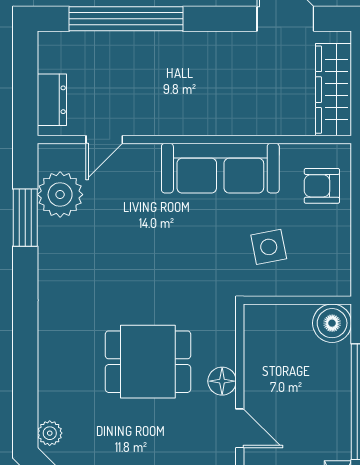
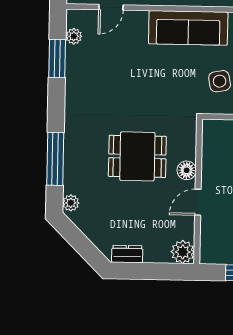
plant: (60, 195) -> (74, 36), width x0.53, depth x0.53
window: (25, 368) -> (55, 159), added
door: (240, 428) -> (198, 202), swing flipped

